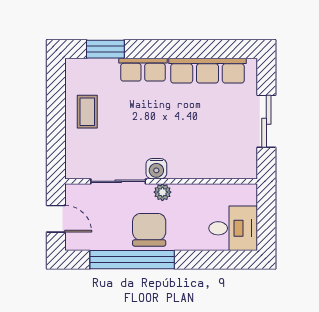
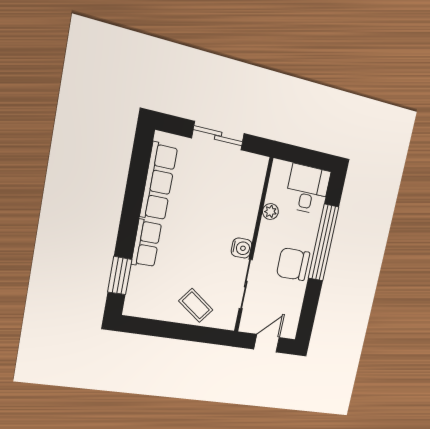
coffee table: (87, 112) -> (196, 305), moved, turned 37
plant: (162, 192) -> (270, 212), moved
window: (132, 260) -> (324, 243), moved

